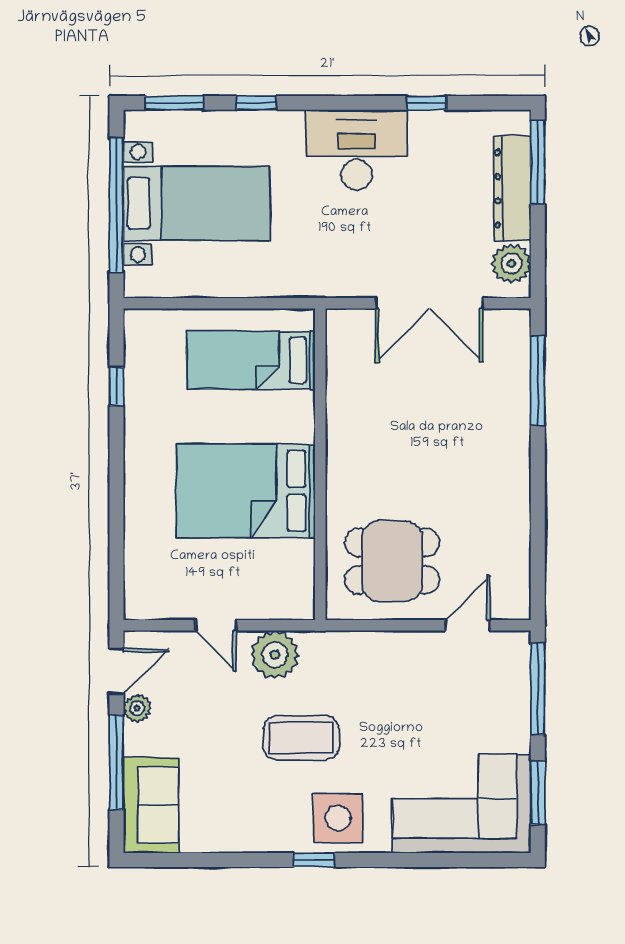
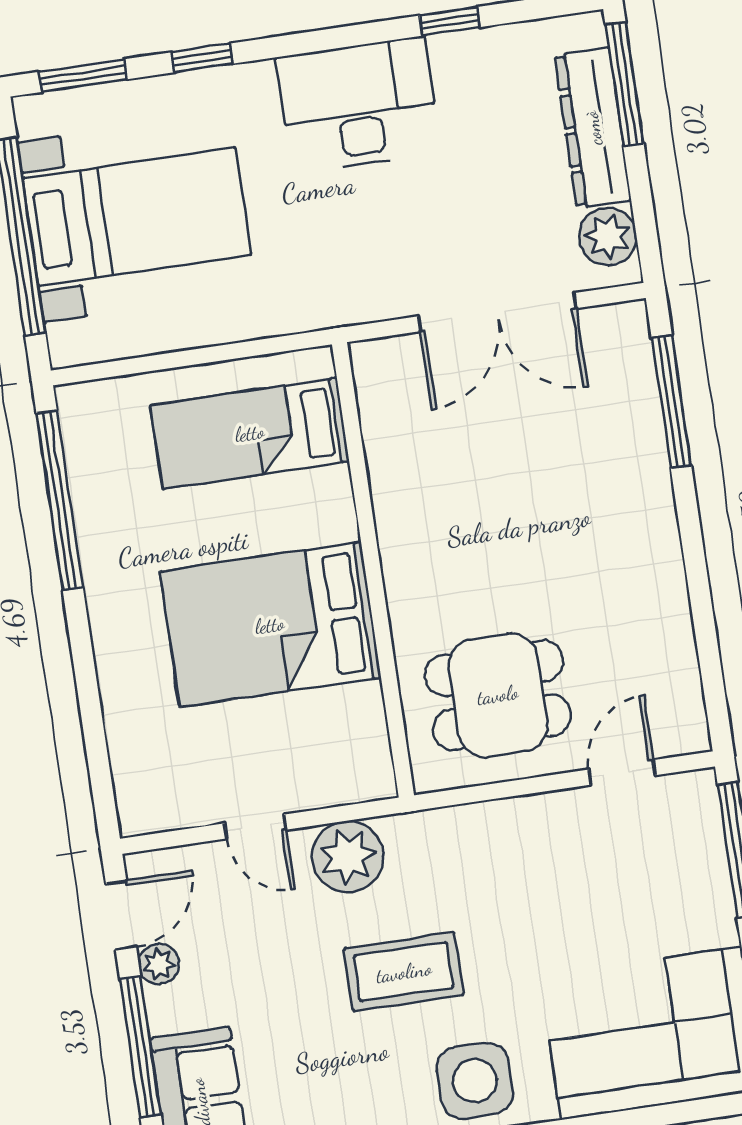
window: (116, 386) -> (60, 500), width x3.17

